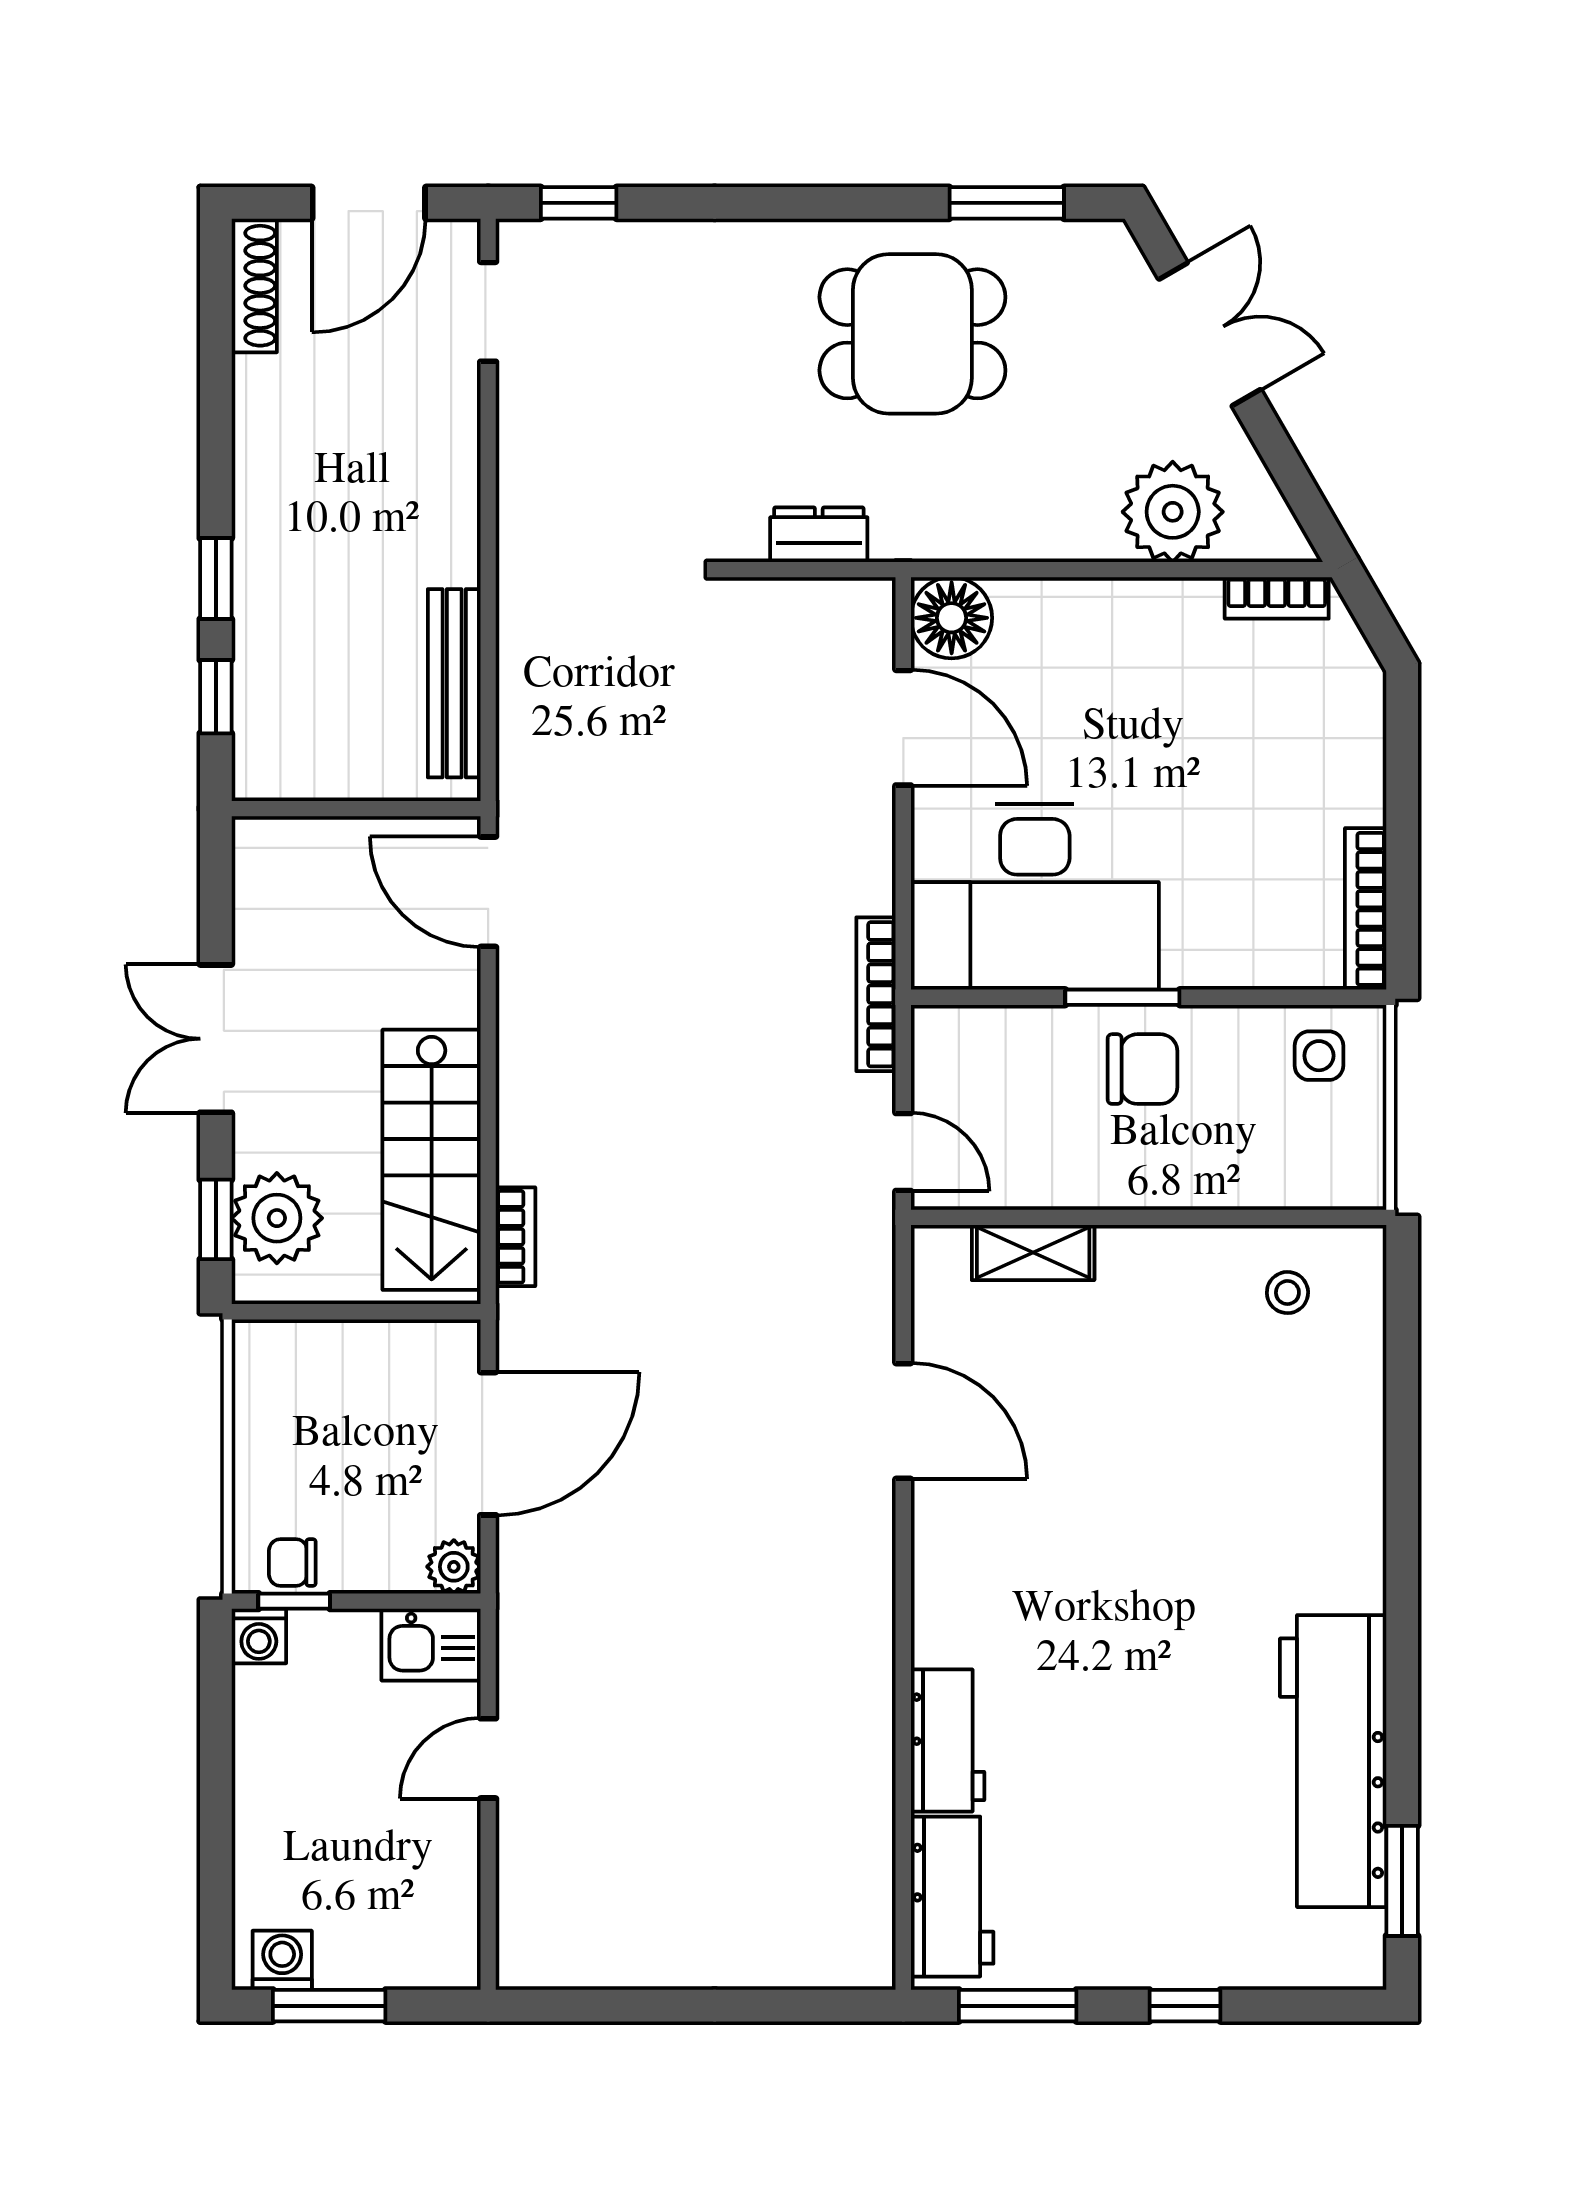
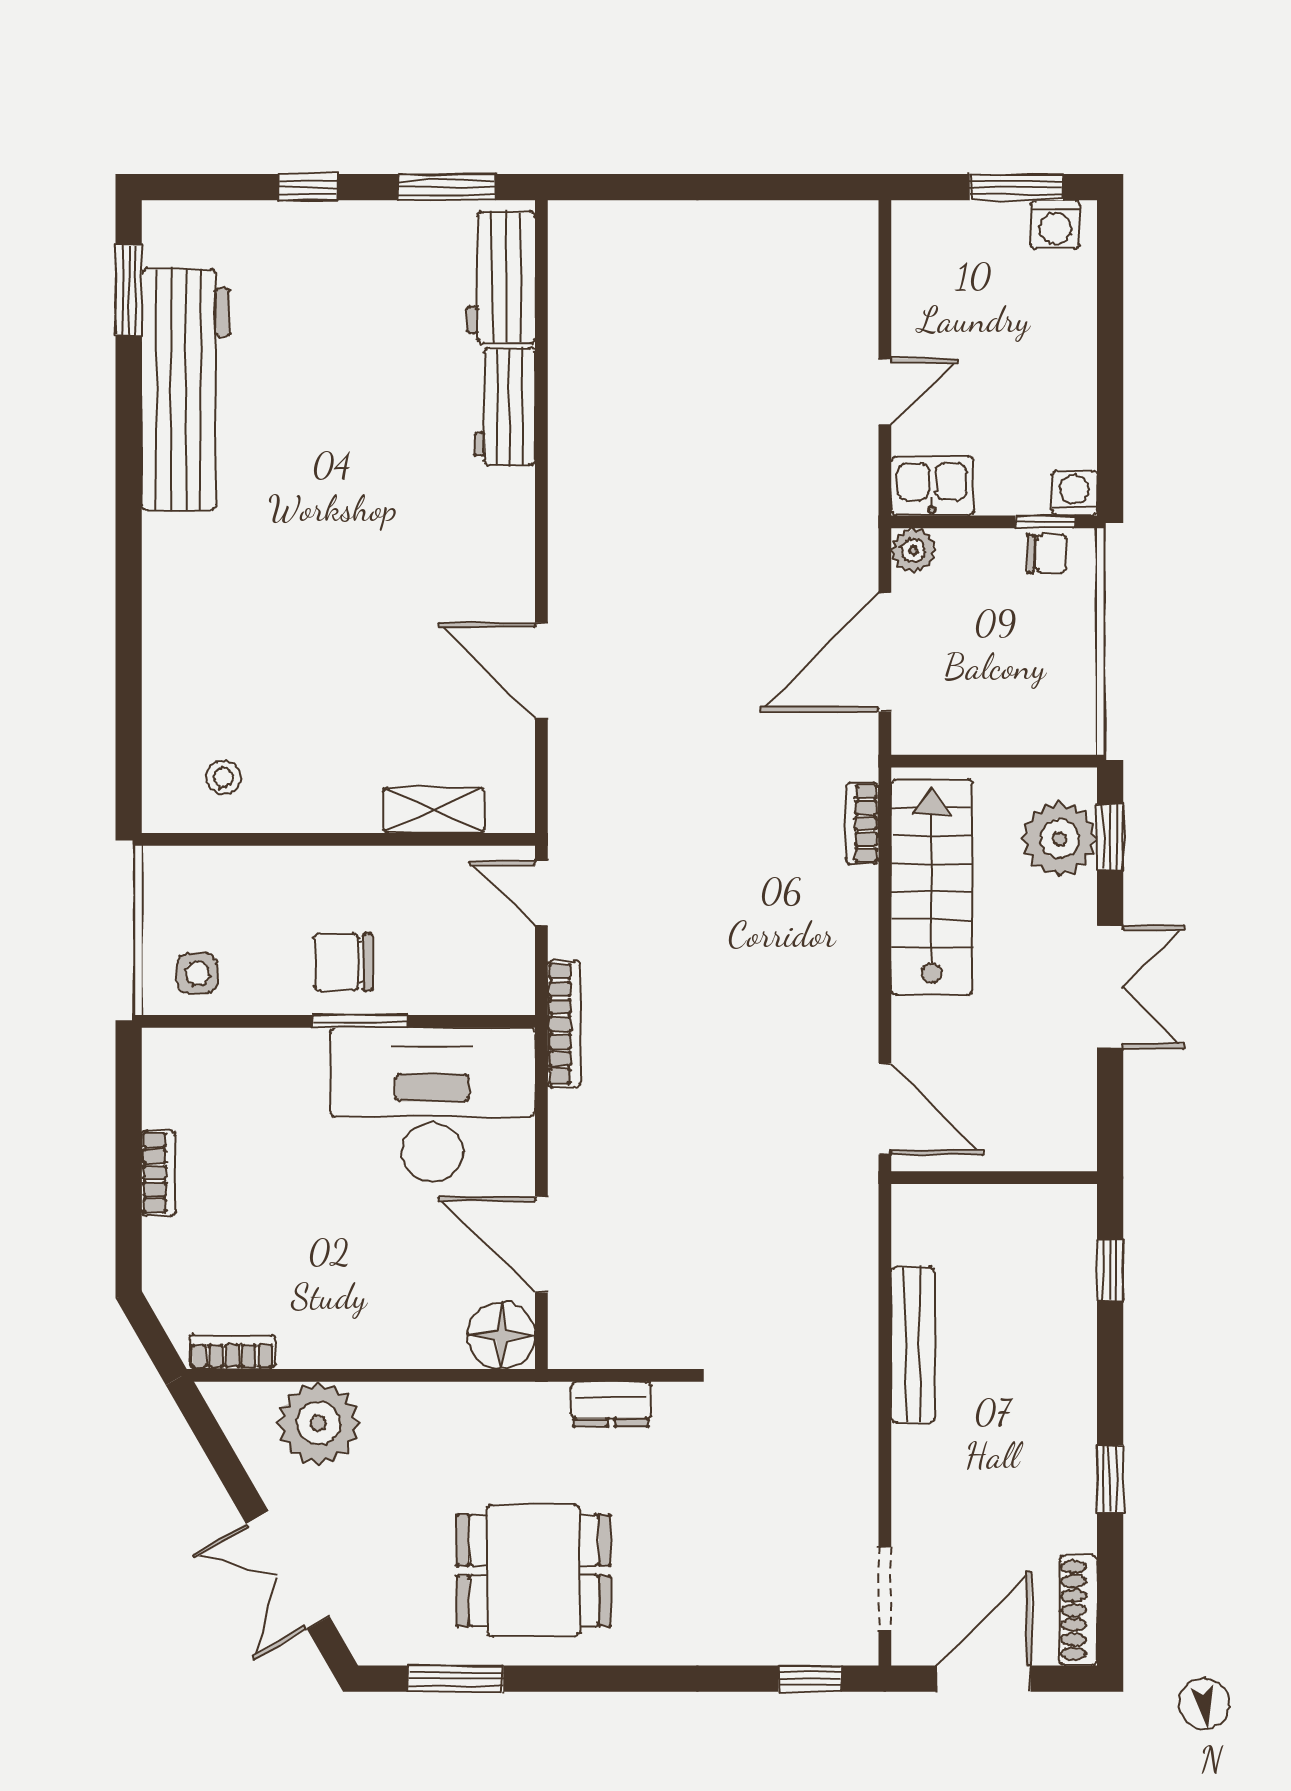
window: (216, 579) -> (1110, 1479), moved
bench: (454, 683) -> (913, 1345), moved
bookcase: (1366, 909) -> (159, 1173), moved, width x0.64

